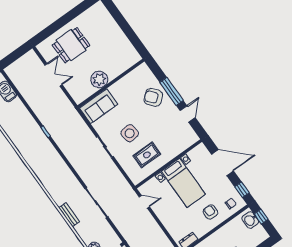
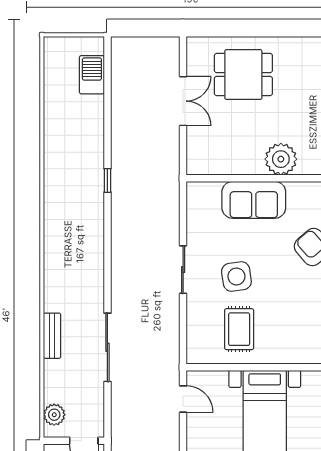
plant: (99, 79) -> (281, 159), moved
sofa: (99, 106) -> (254, 200), moved
rug: (147, 155) -> (239, 329), turned 90

